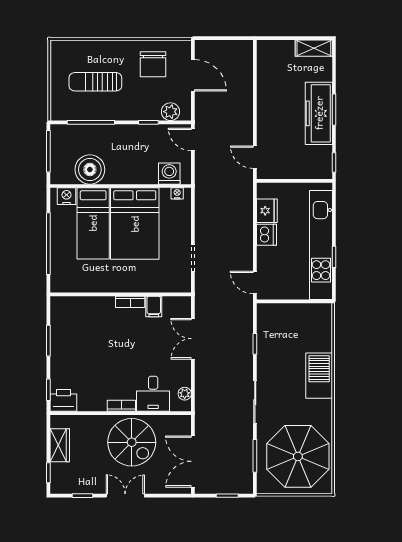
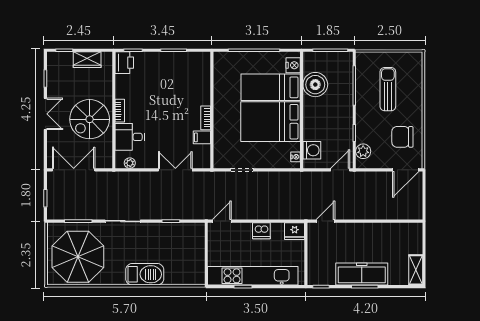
door: (193, 75) -> (406, 170), moved
fridge: (267, 211) -> (295, 231), moved

